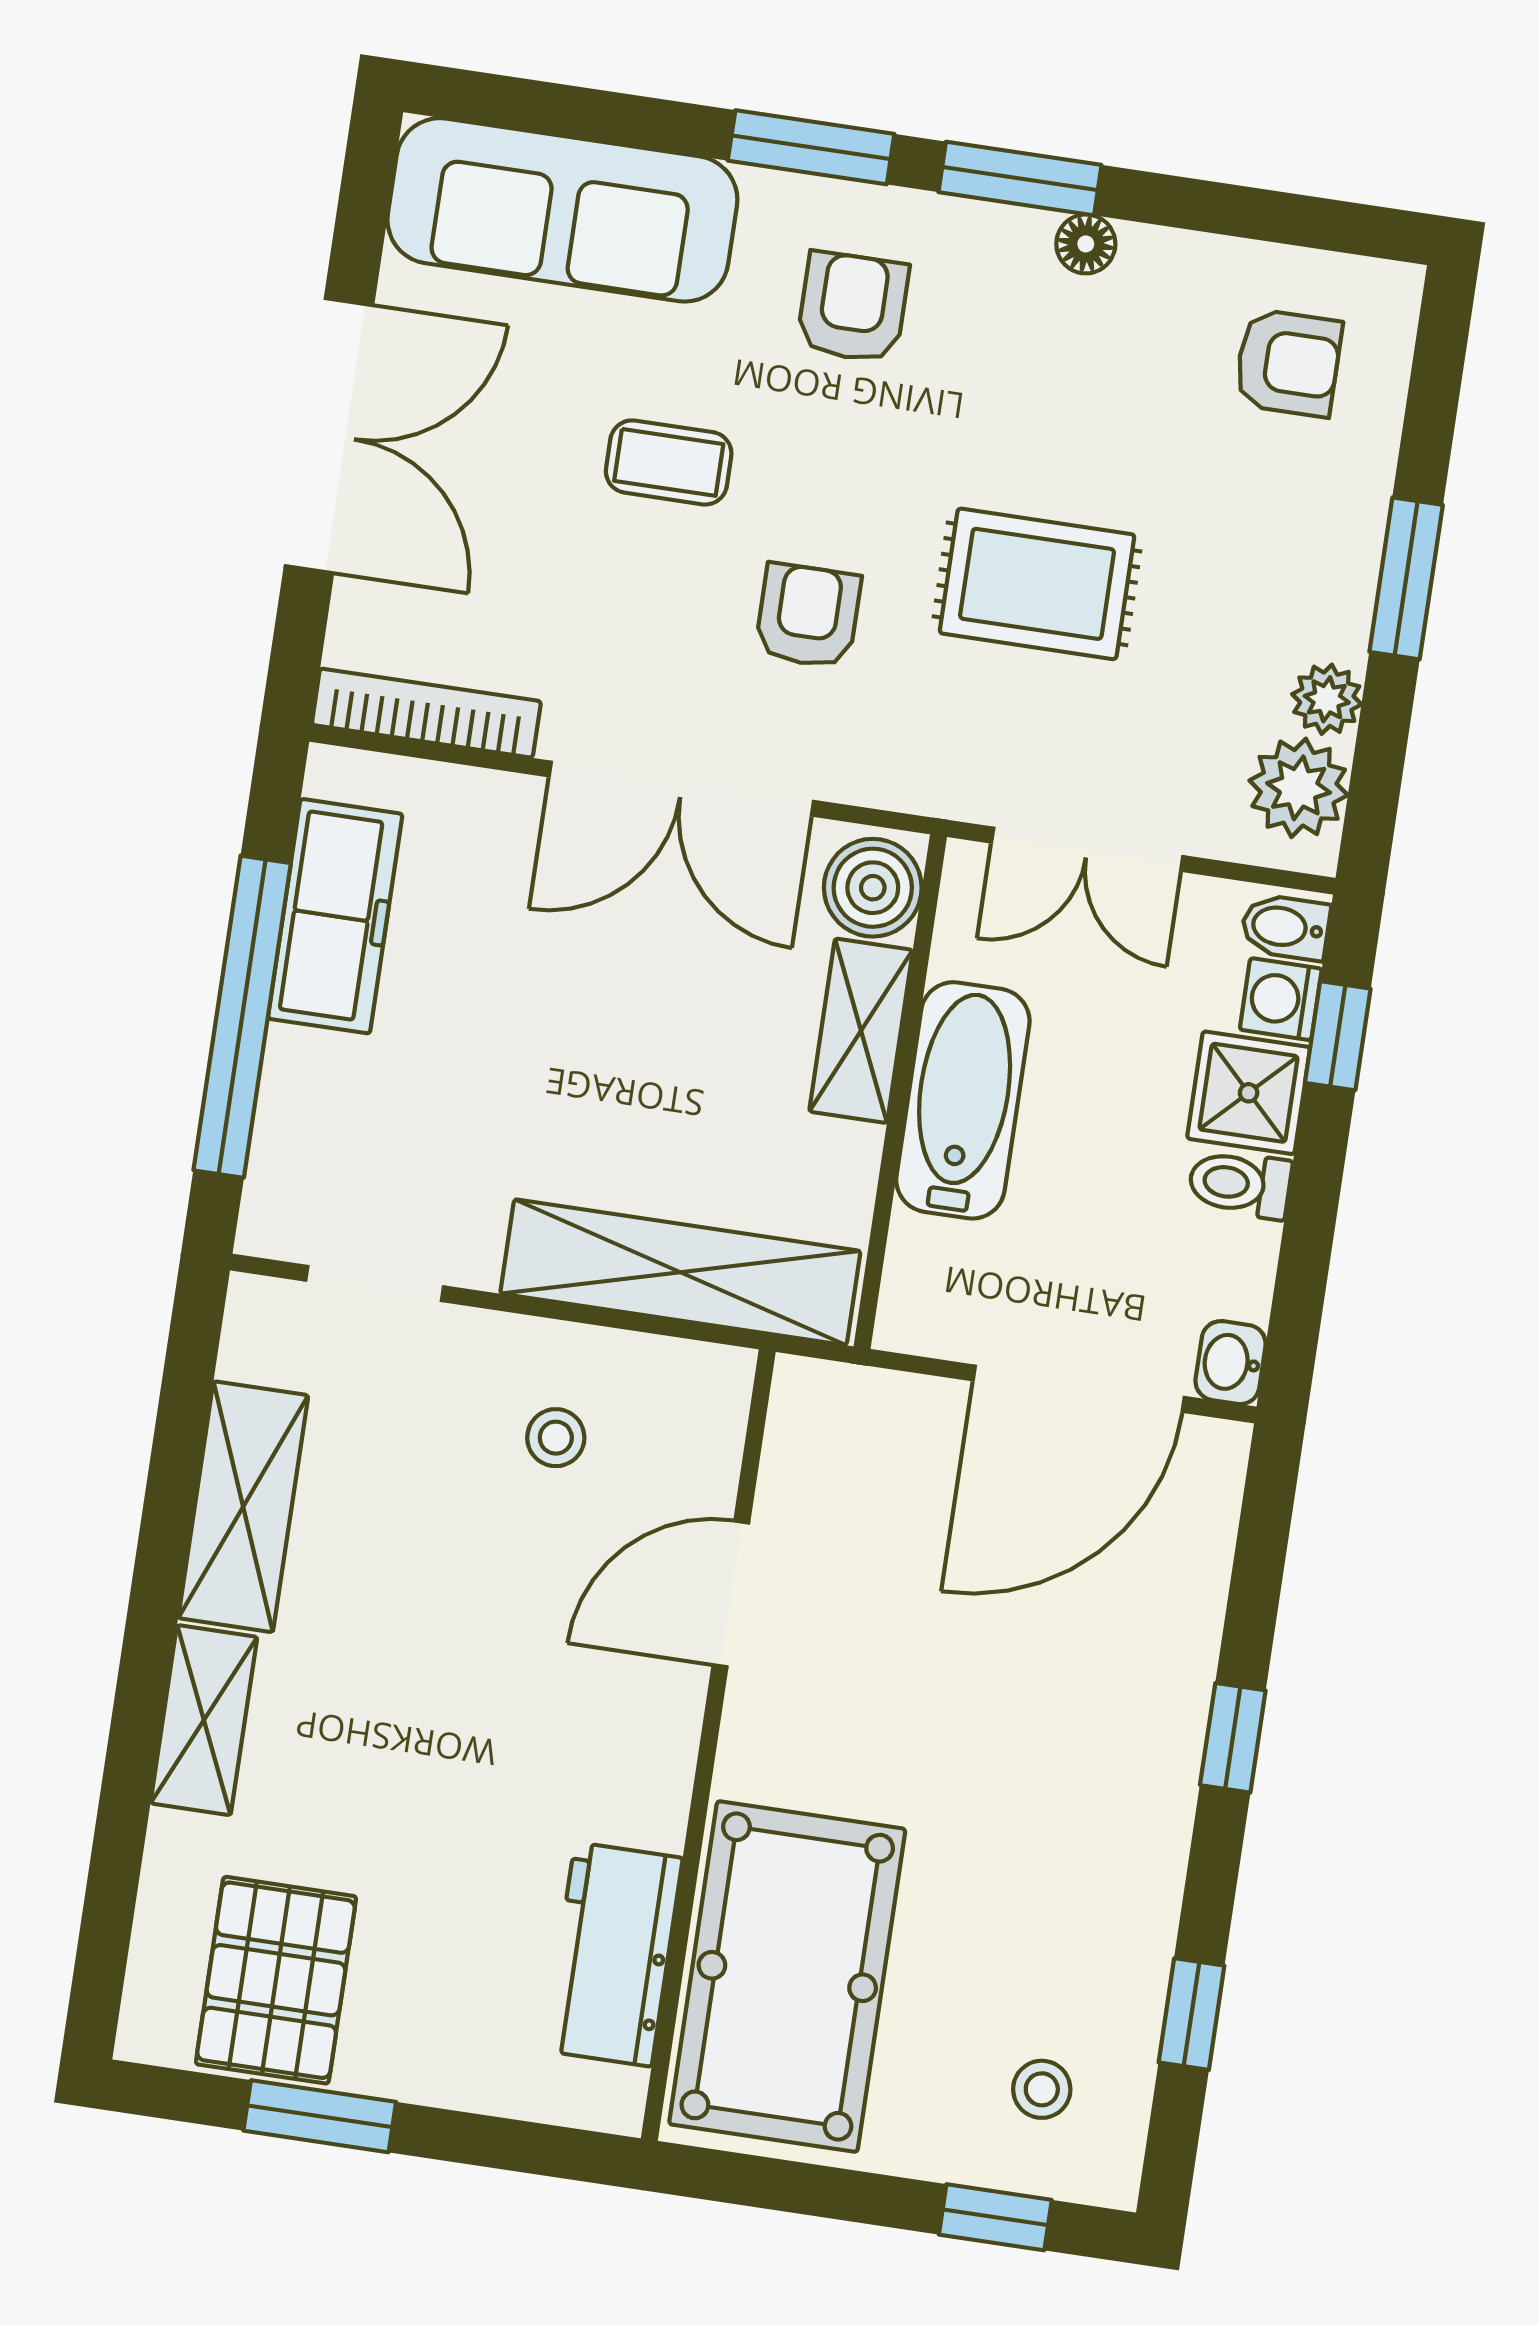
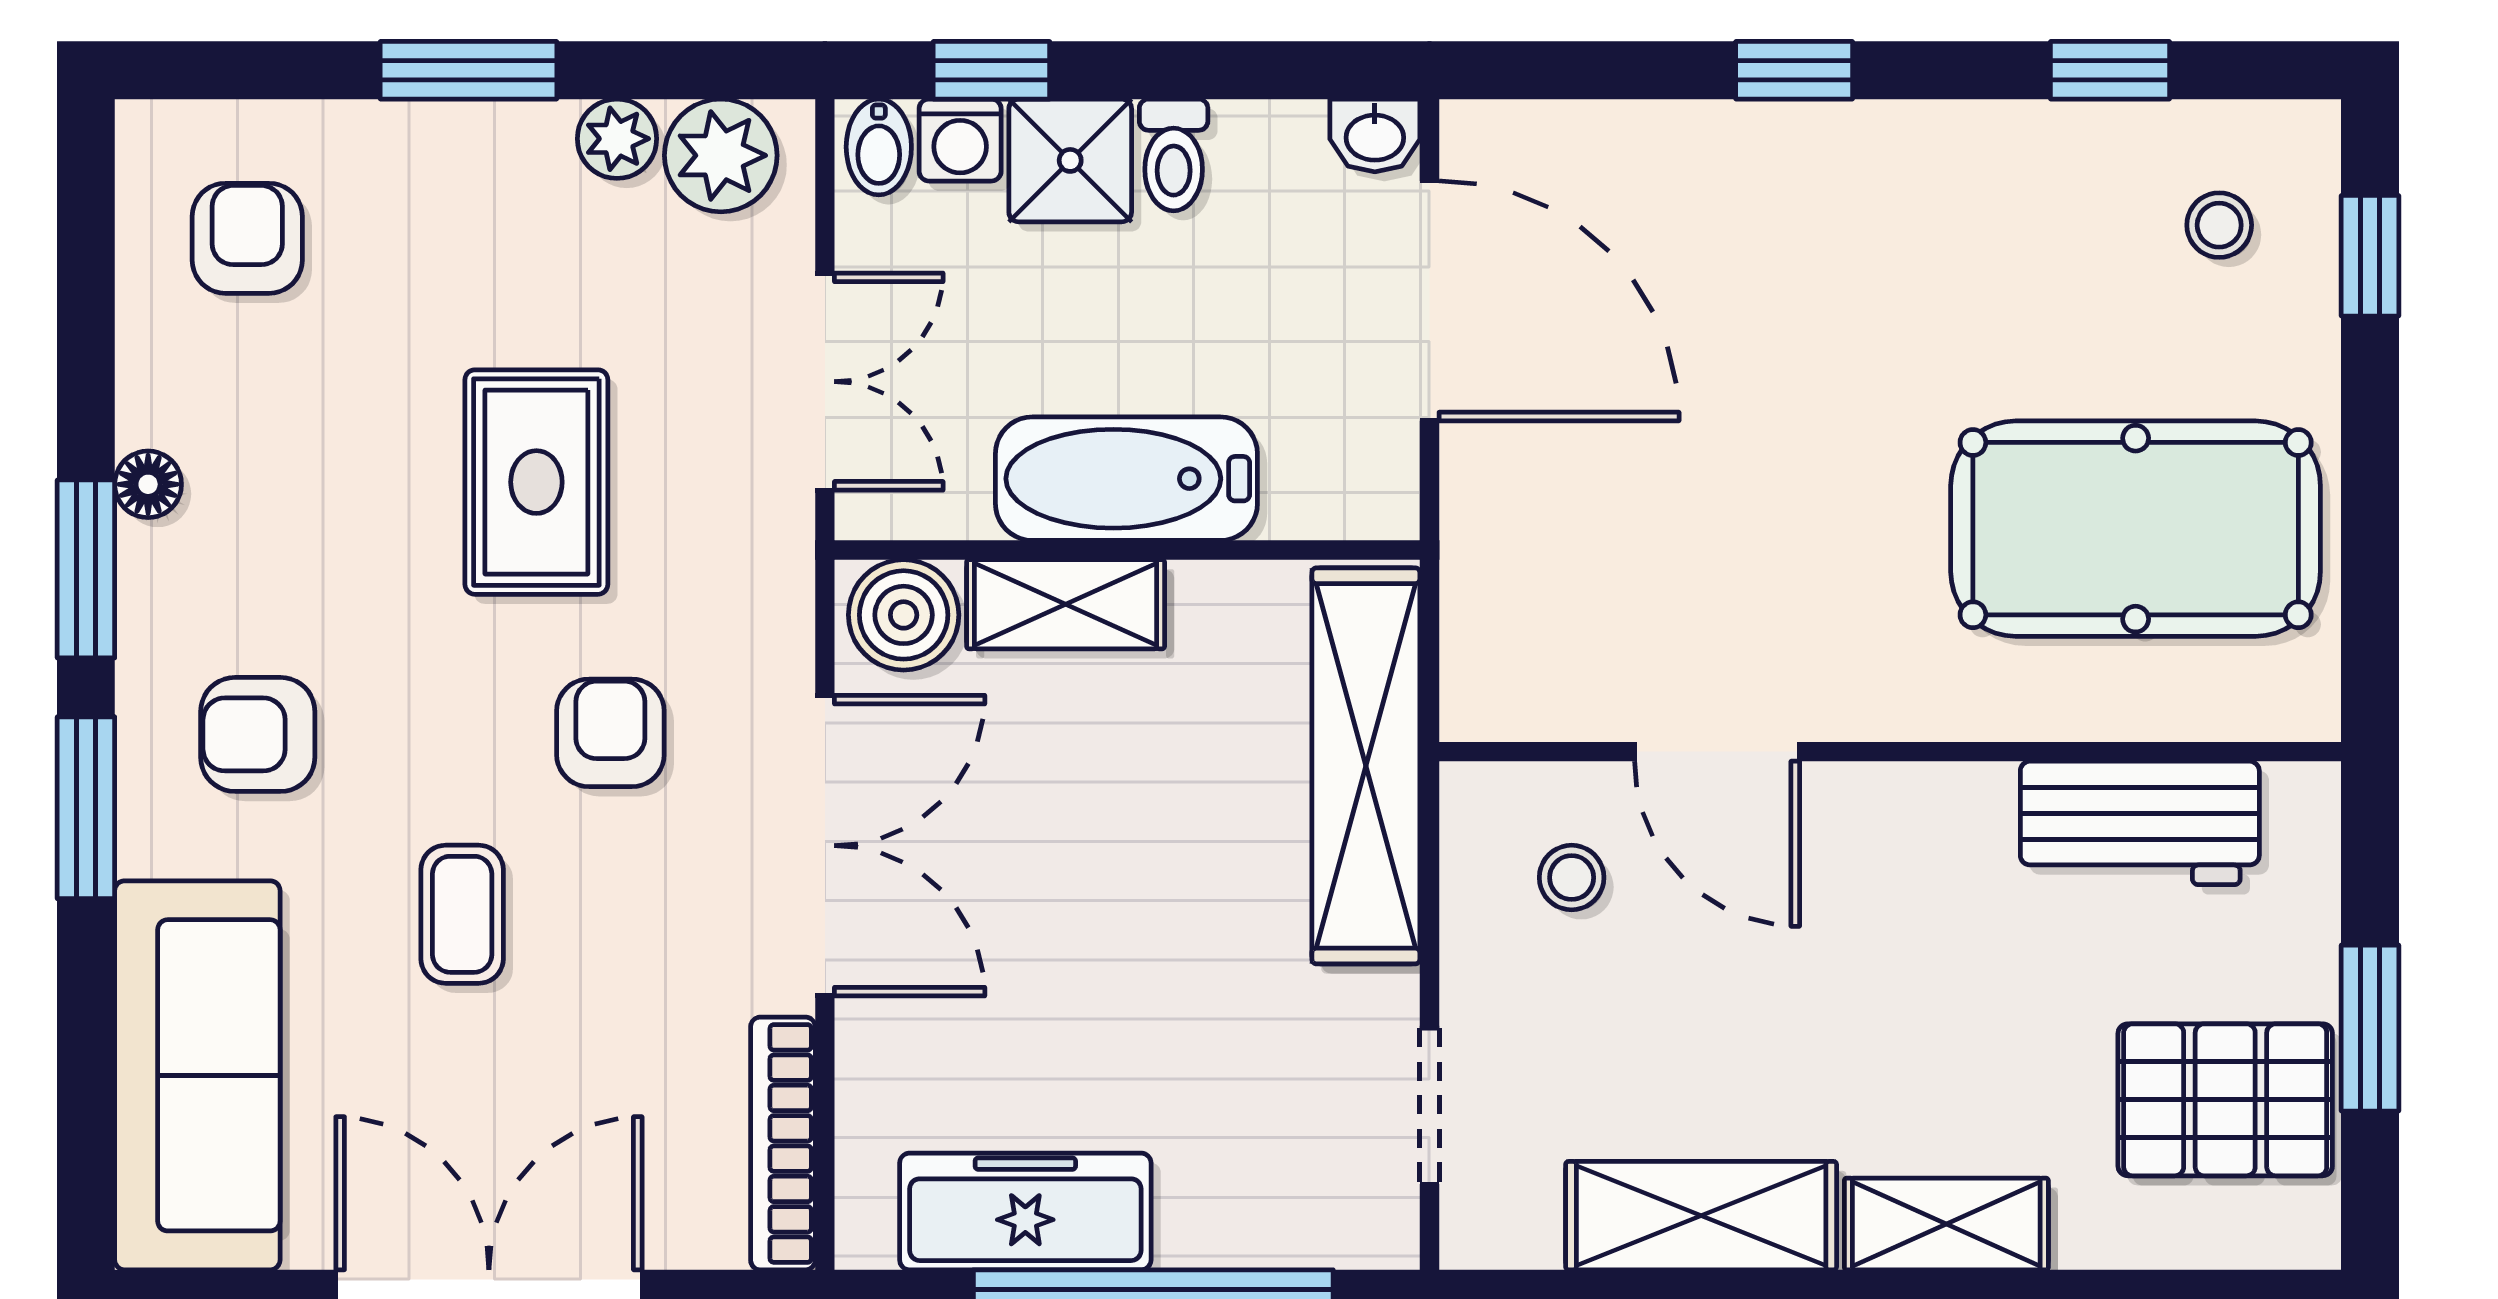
armchair: (808, 616) -> (610, 733), turned 90
door: (731, 1594) -> (1717, 752), moved
wall: (708, 1745) -> (1890, 752), moved
workbench: (613, 1954) -> (2140, 823), moved

